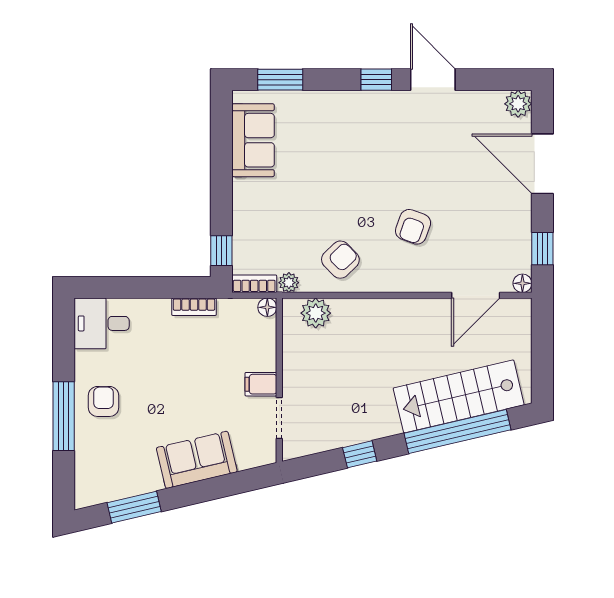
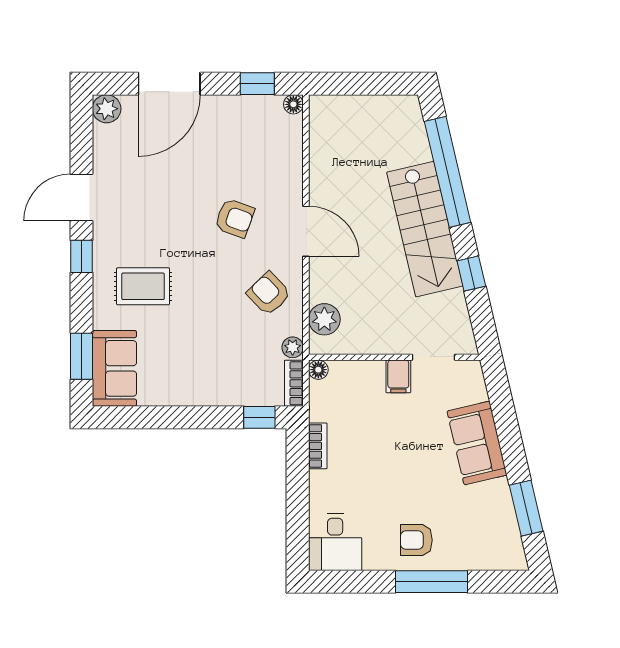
rug: (347, 139) -> (143, 286), added
sofa: (253, 140) -> (114, 368), moved, turned 90
door: (476, 295) -> (306, 231), moved
stairs: (459, 396) -> (425, 229), moved

